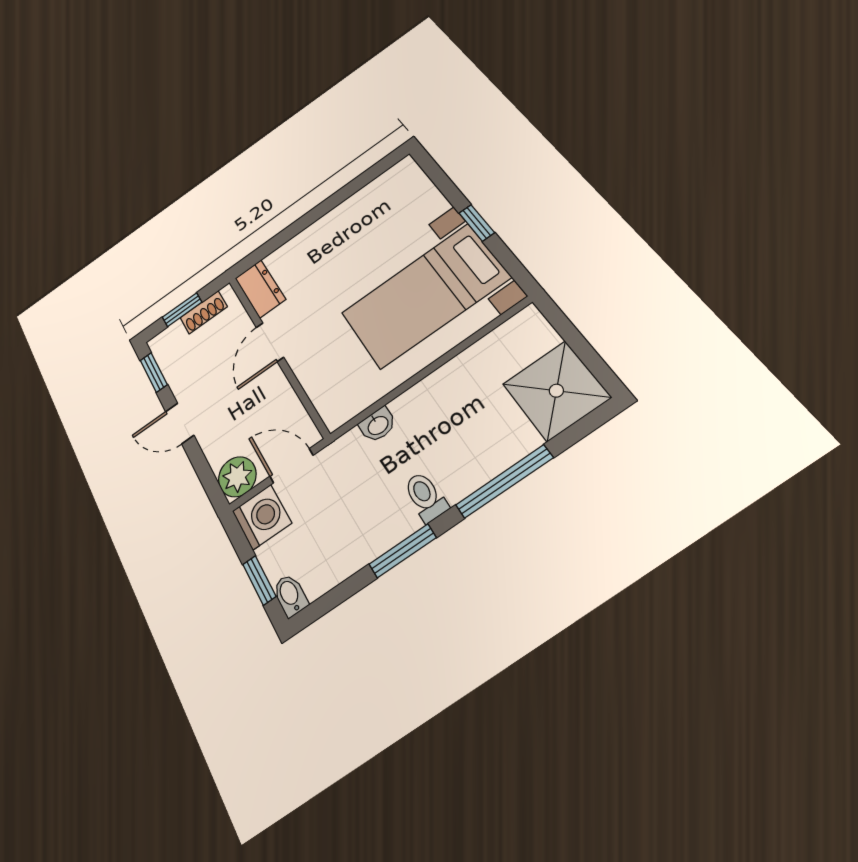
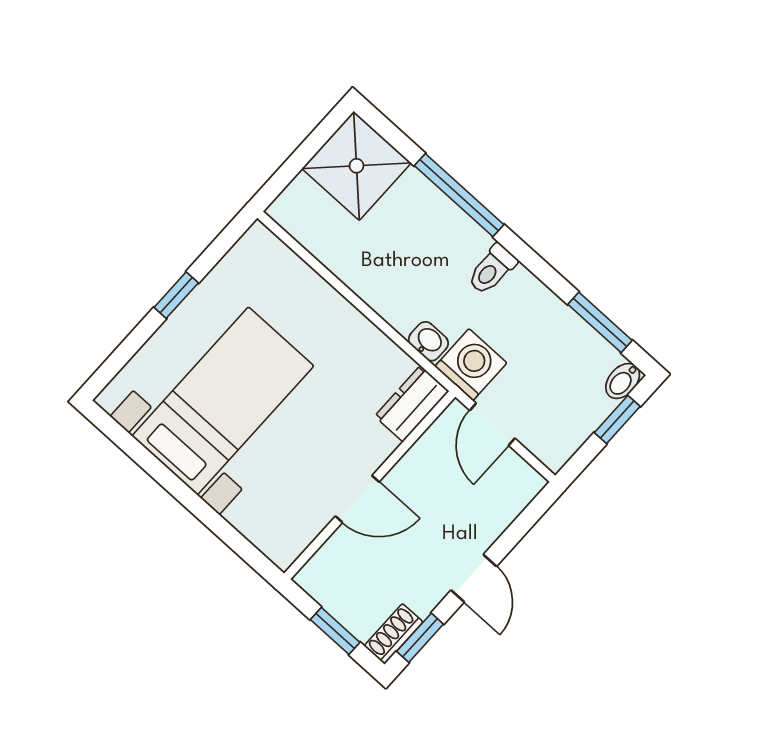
dresser: (260, 289) -> (412, 404), moved
bed with nightstands: (425, 296) -> (223, 401), moved, turned -90
shoe rack: (204, 312) -> (394, 634), moved, turned -90
plant: (237, 477) -> (518, 483), removed
washing machine: (262, 517) -> (471, 365), moved, turned 90
window: (403, 551) -> (600, 322), moved

